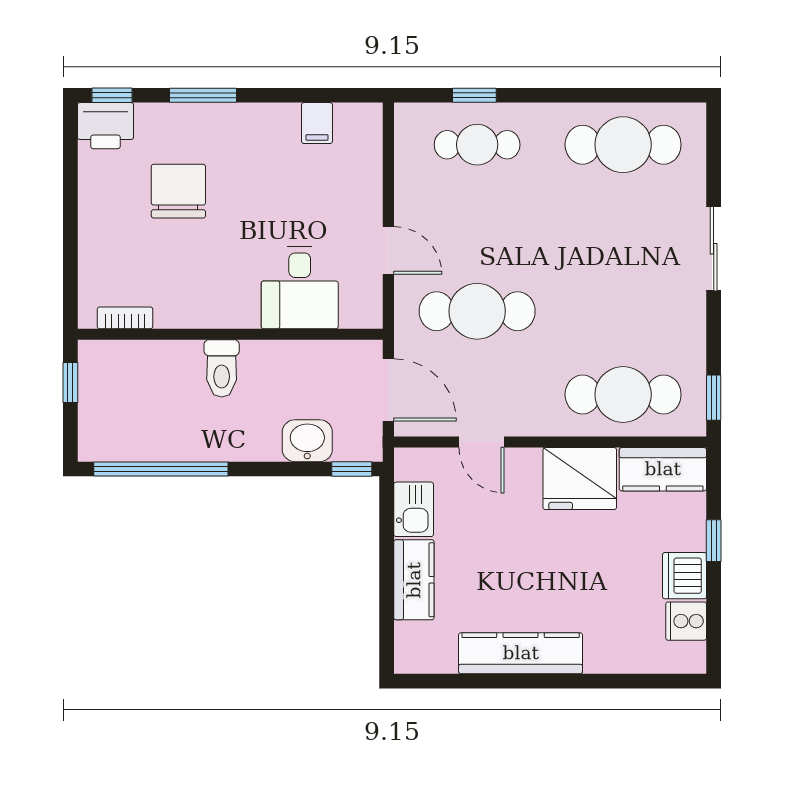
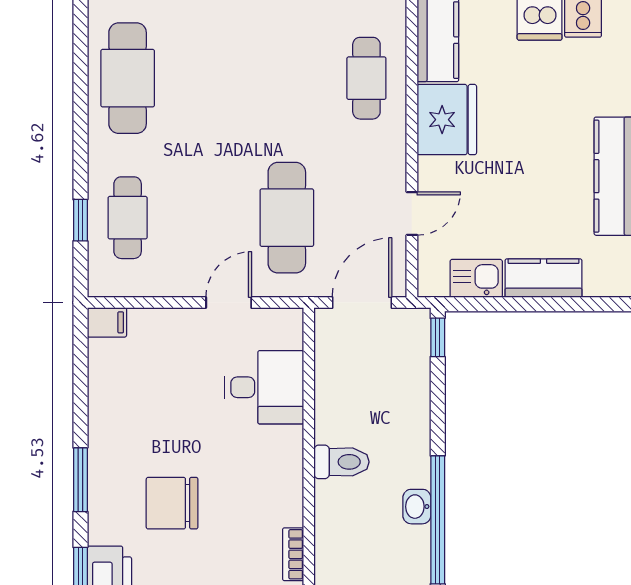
filing cabinet: (317, 123) -> (107, 322), moved
cafe table: (623, 394) -> (366, 78), width x0.73, depth x0.74
washbasin: (307, 441) -> (417, 507), moved, width x0.72, depth x0.69

